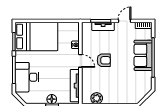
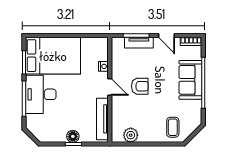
door: (124, 21) -> (167, 35), swing flipped
desk: (27, 77) -> (41, 94), moved
coffee table: (129, 92) -> (173, 127), added

